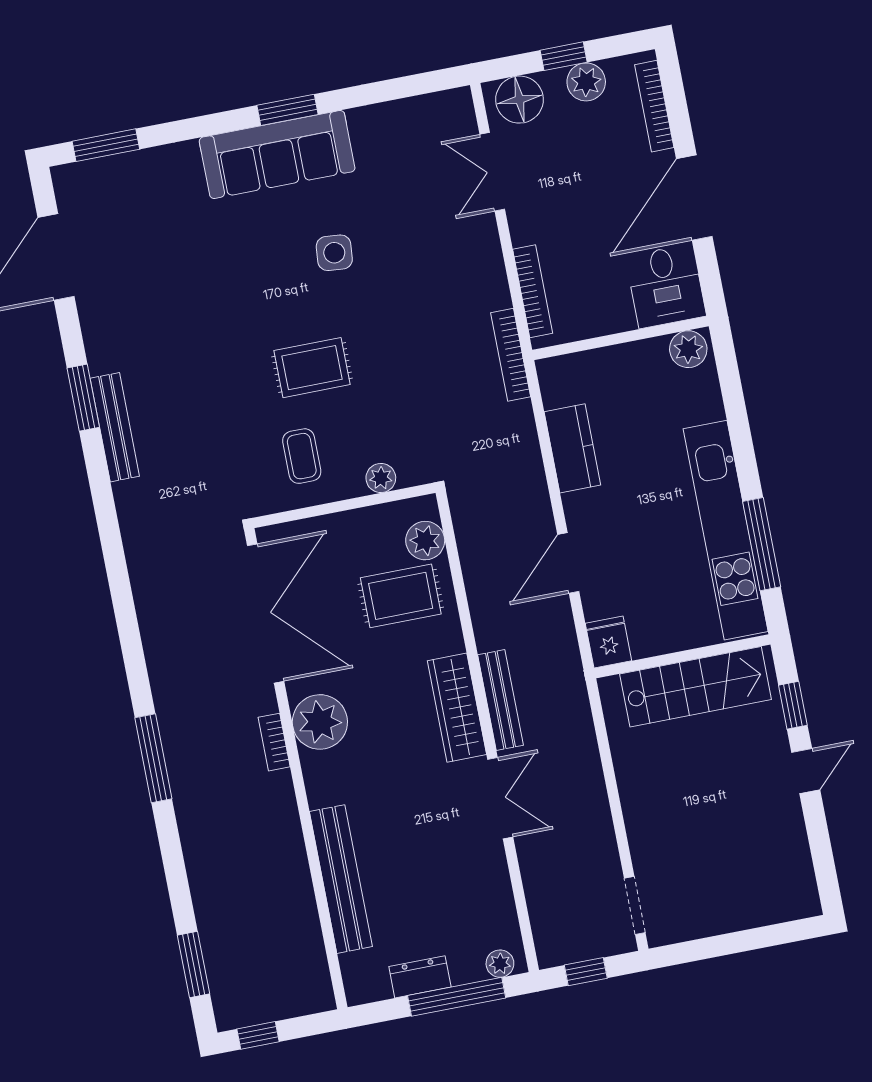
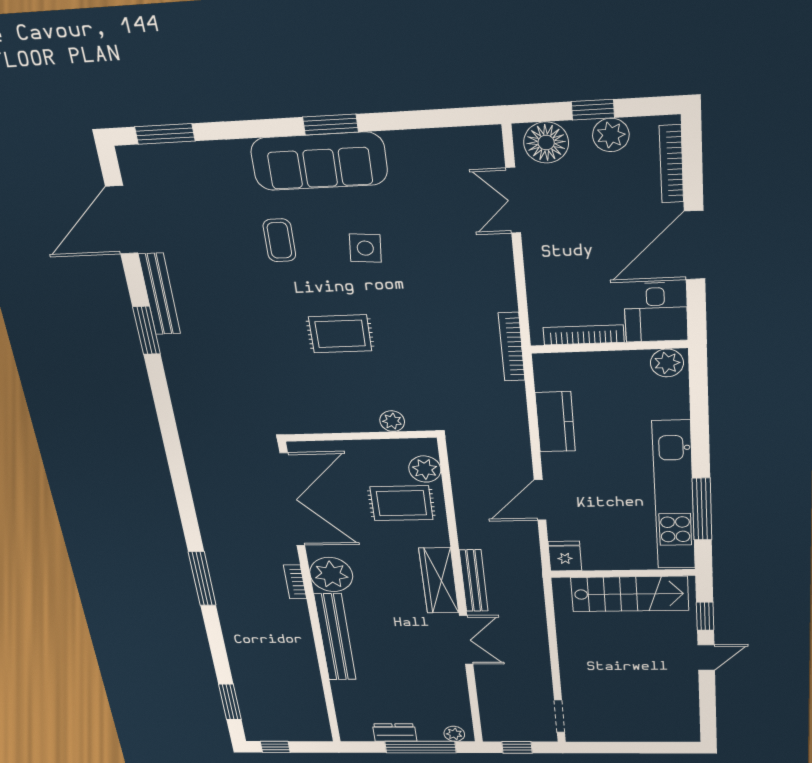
bookcase: (533, 291) -> (584, 335), moved, turned -90
bench: (115, 427) -> (160, 294), moved
coffee table: (302, 456) -> (279, 240), moved
bench: (341, 879) -> (335, 637), moved

